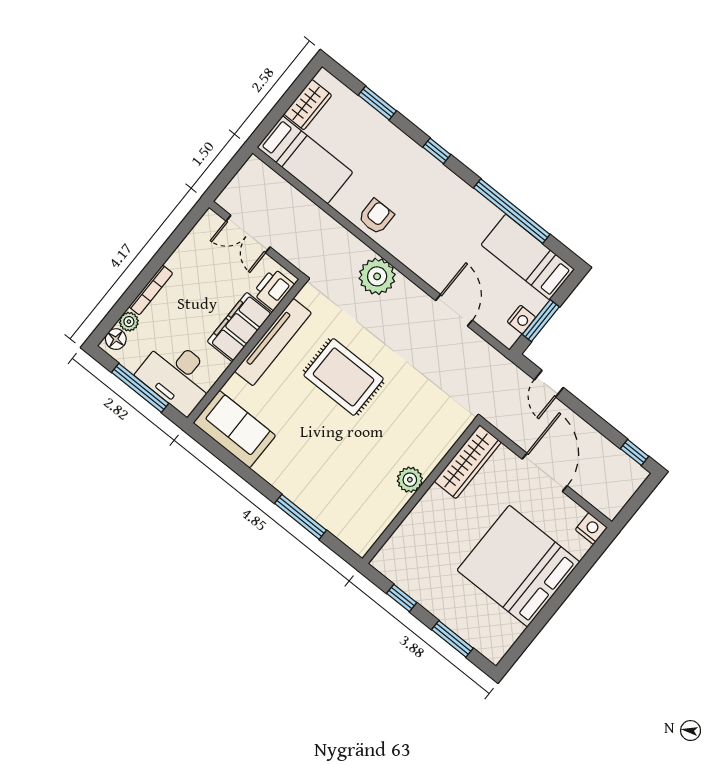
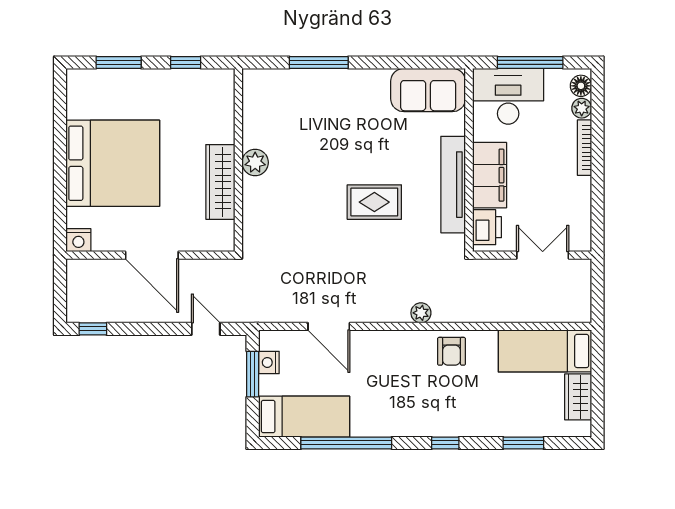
plant: (377, 276) -> (421, 313), width x0.53, depth x0.53
rug: (344, 377) -> (374, 202), width x0.73, depth x0.70
wardrobe: (468, 462) -> (220, 182), moved

